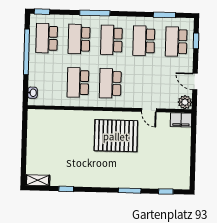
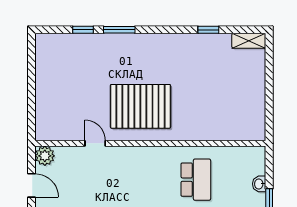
school desk: (110, 83) -> (150, 180), removed
washbasin: (33, 93) -> (259, 184), moved
filing cabinet: (181, 120) -> (50, 131), removed
window: (166, 191) -> (83, 30), moved

